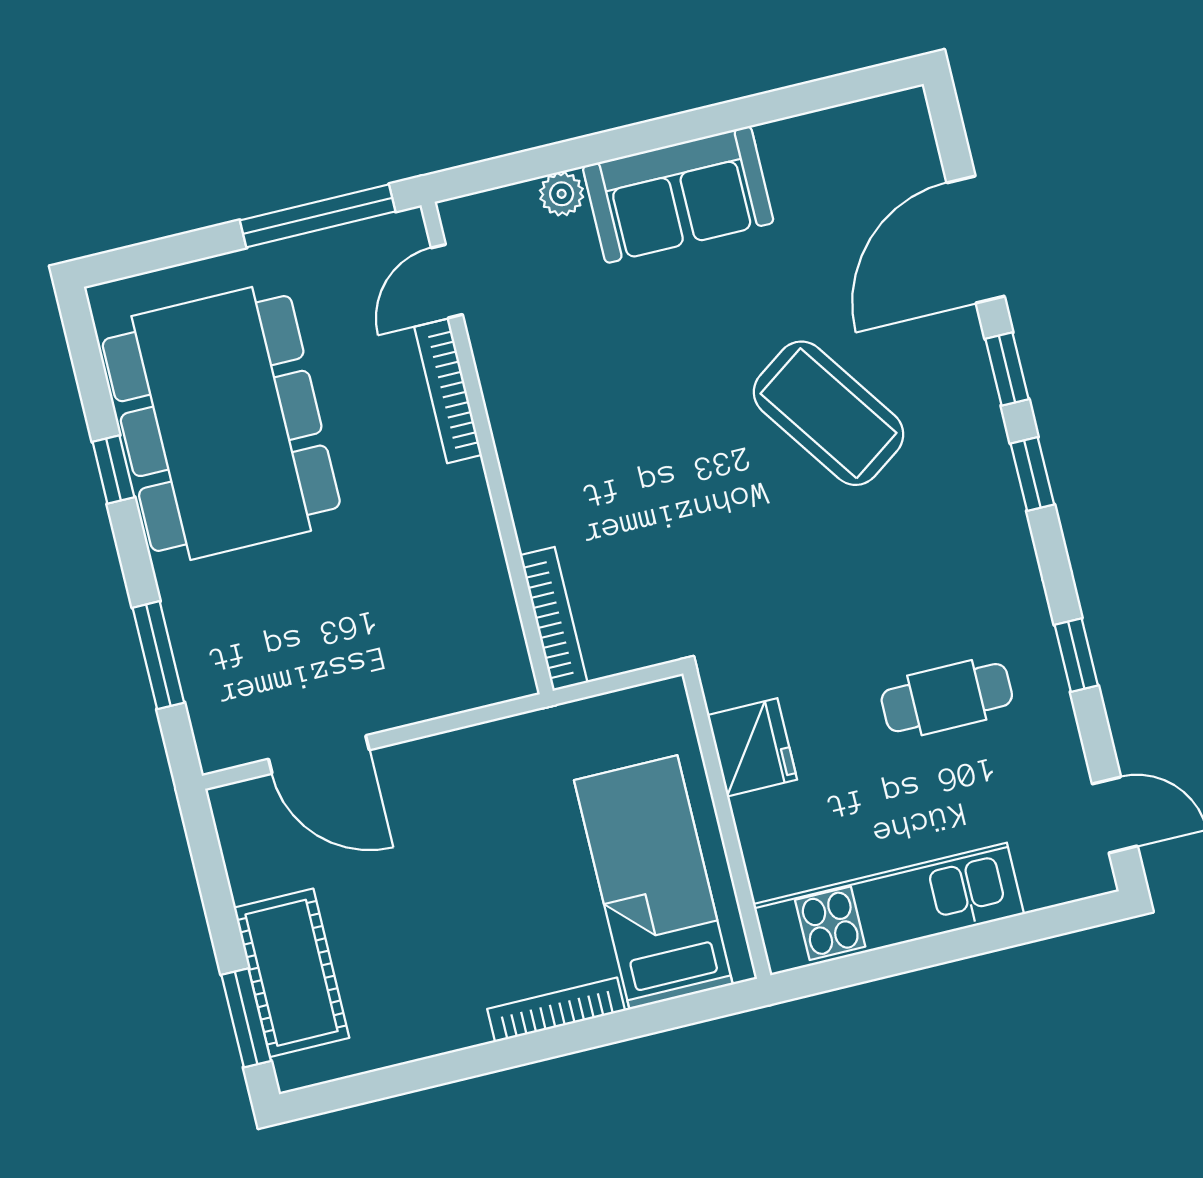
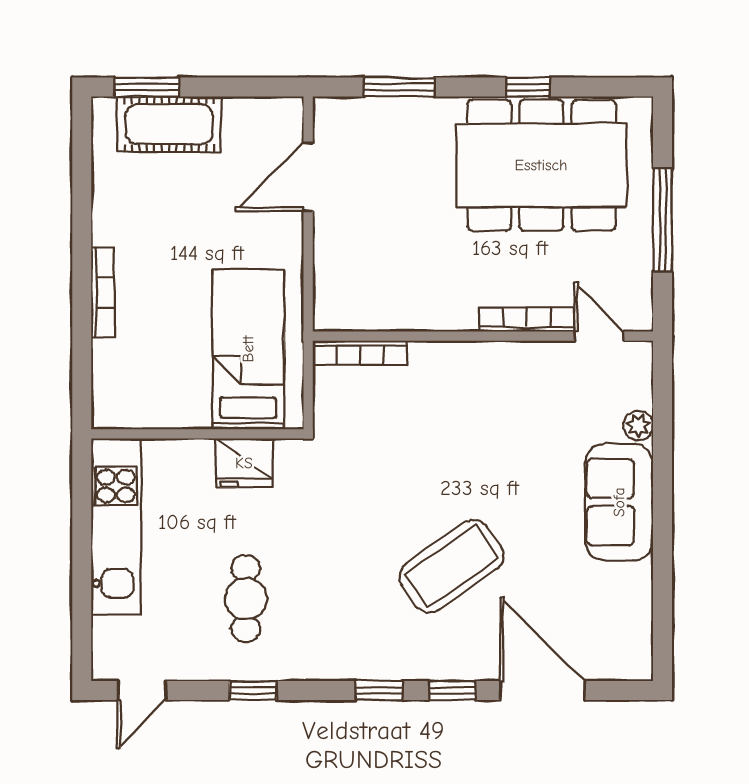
window: (318, 216) -> (663, 220), moved
bed: (653, 882) -> (248, 349), moved, turned -90

